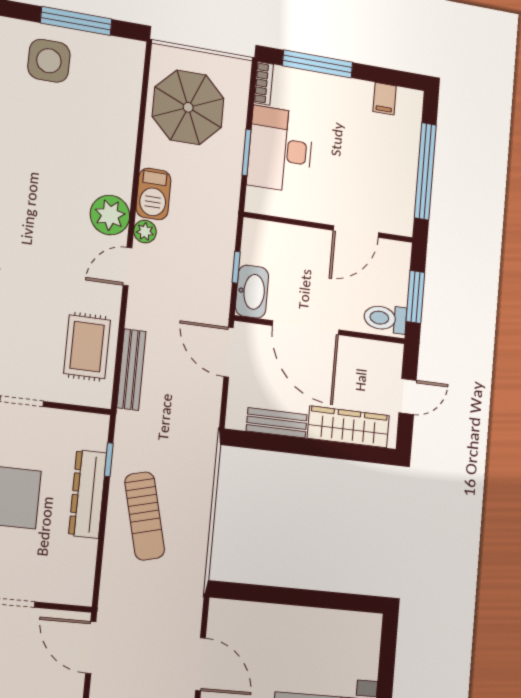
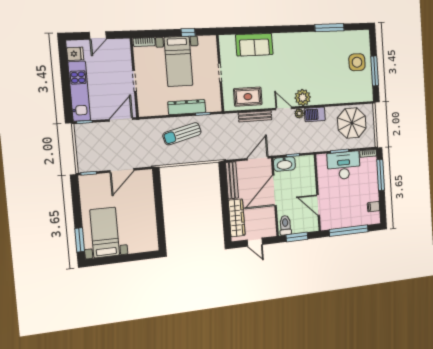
bench: (131, 370) -> (255, 116), moved
bench: (277, 423) -> (232, 180), width x1.36

